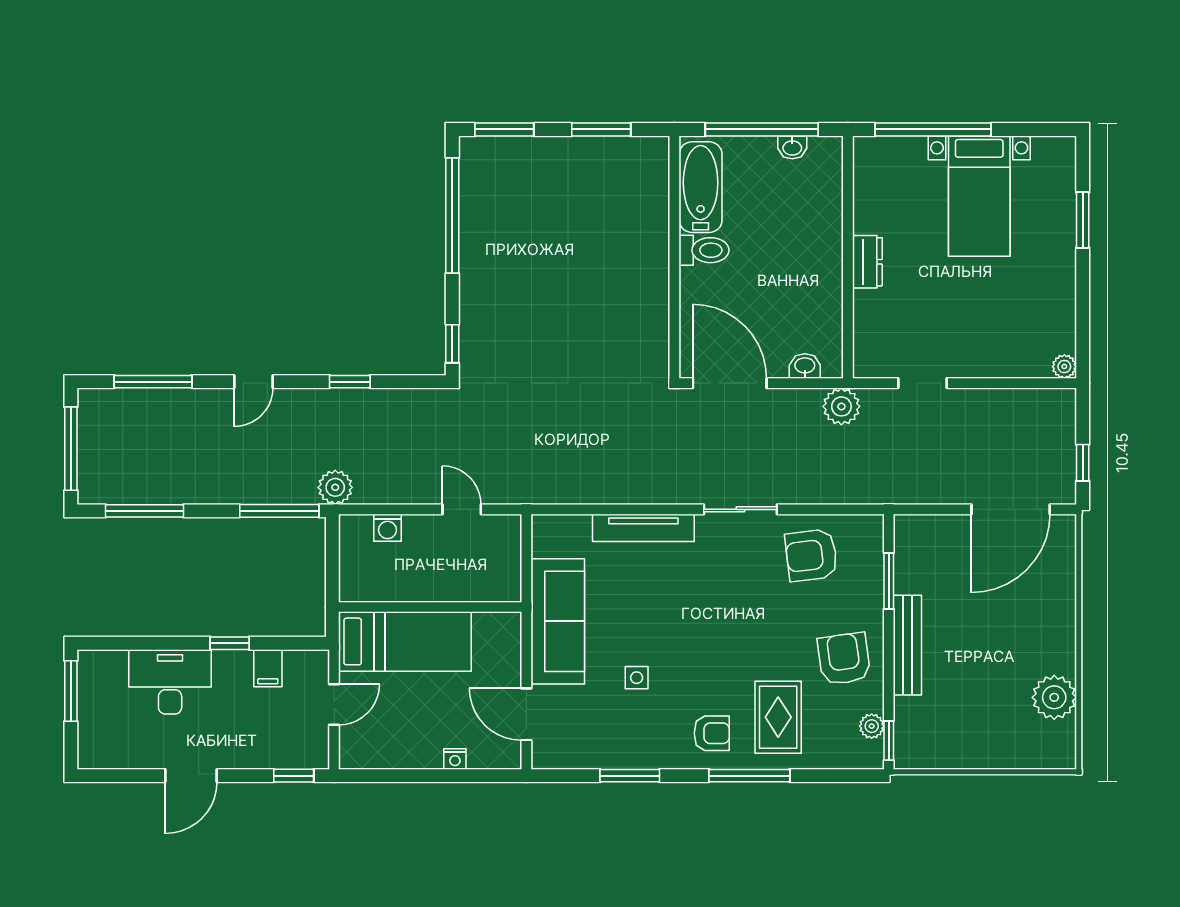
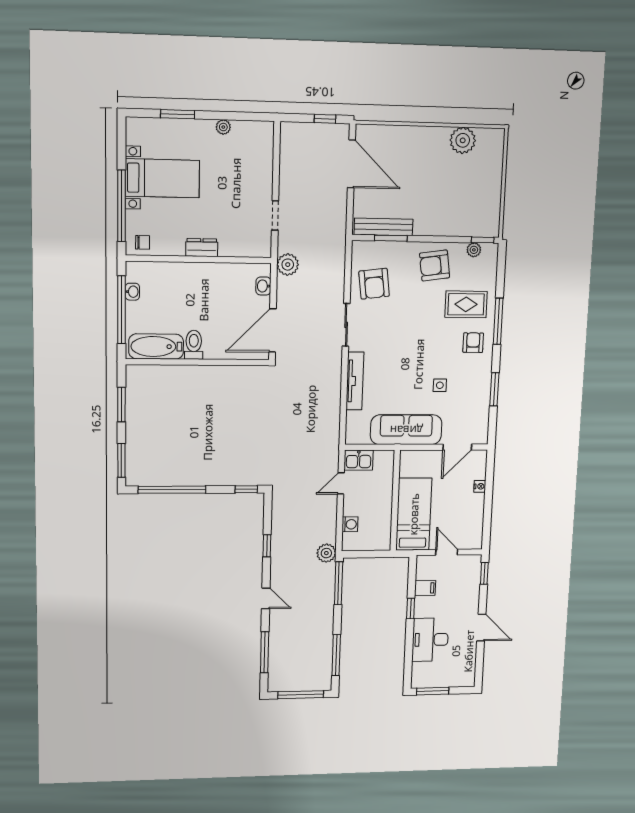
chair: (874, 164) -> (143, 242), added
plant: (1064, 367) -> (223, 127), moved
kitchen sink: (503, 539) -> (359, 460), added
bench: (907, 645) -> (383, 227), moved

